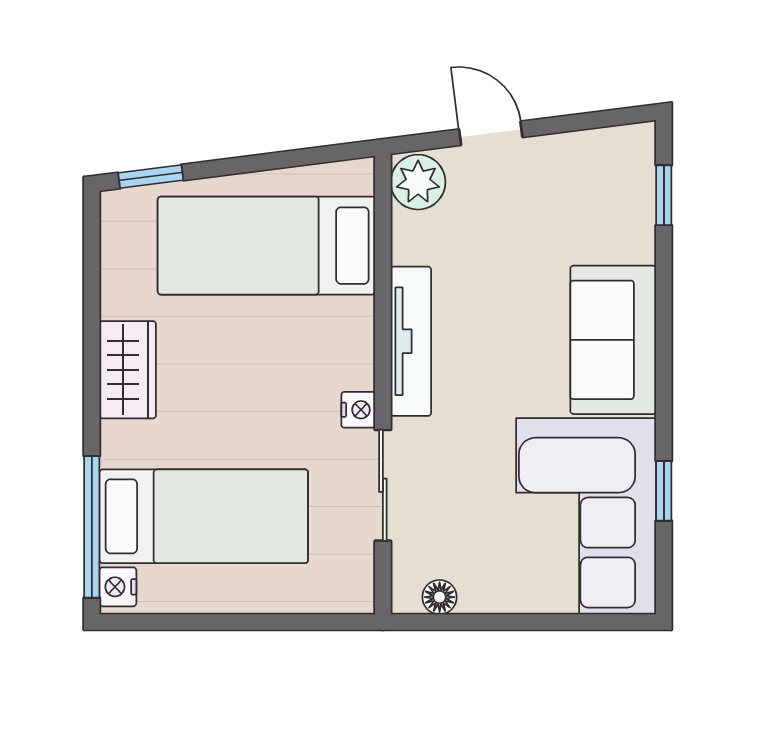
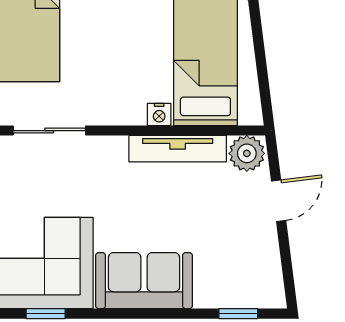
tv unit: (411, 341) -> (178, 149), moved
nightstand: (358, 410) -> (159, 114), moved

